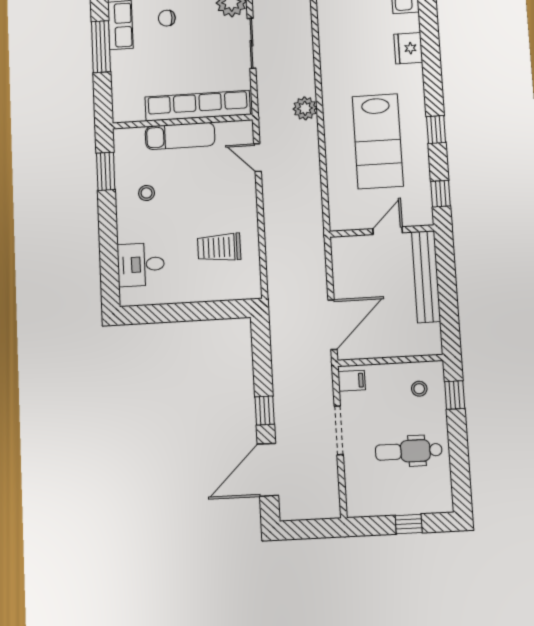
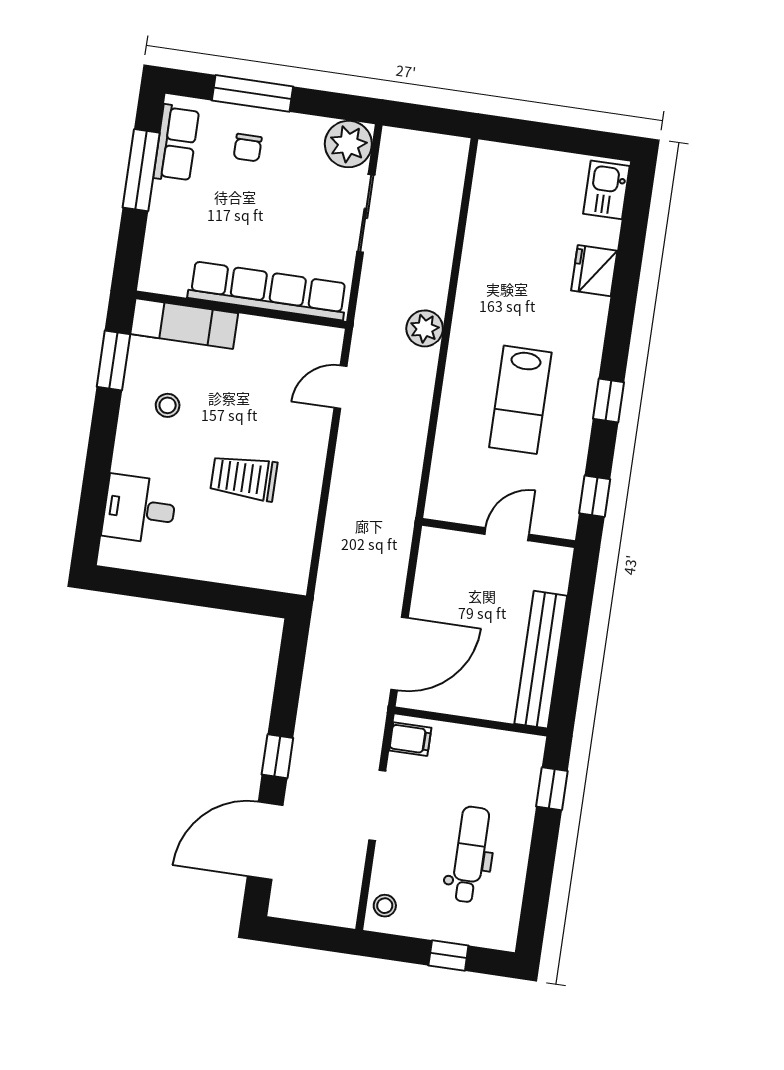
chair: (167, 18) -> (248, 148), turned -90
exam couch: (180, 136) -> (184, 324), moved
lab bench: (378, 141) -> (520, 400), width x0.73, depth x0.72
door: (258, 158) -> (340, 387), hinge flipped
trolley: (219, 247) -> (244, 478), moved
bench: (426, 277) -> (541, 660), moved
stool: (419, 389) -> (385, 906), moved
dental chair: (409, 451) -> (470, 854), turned 90

